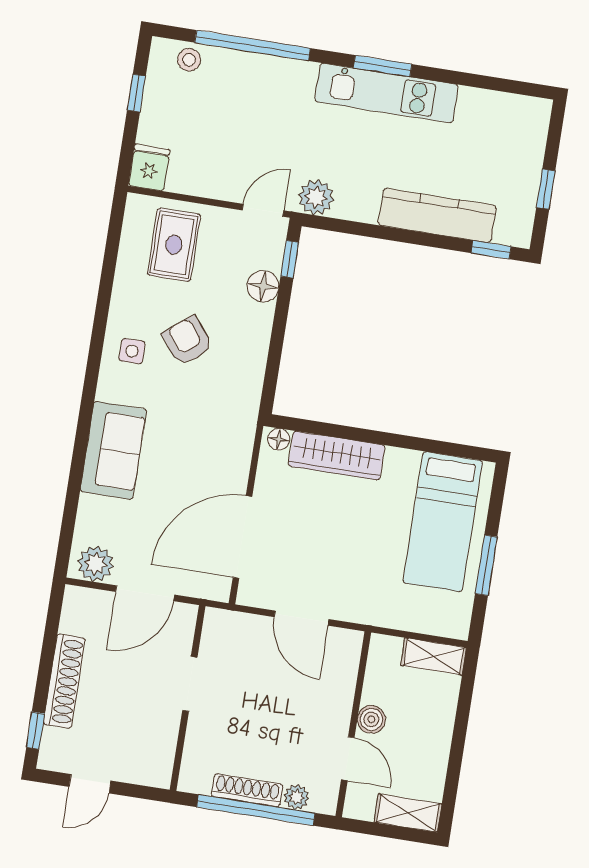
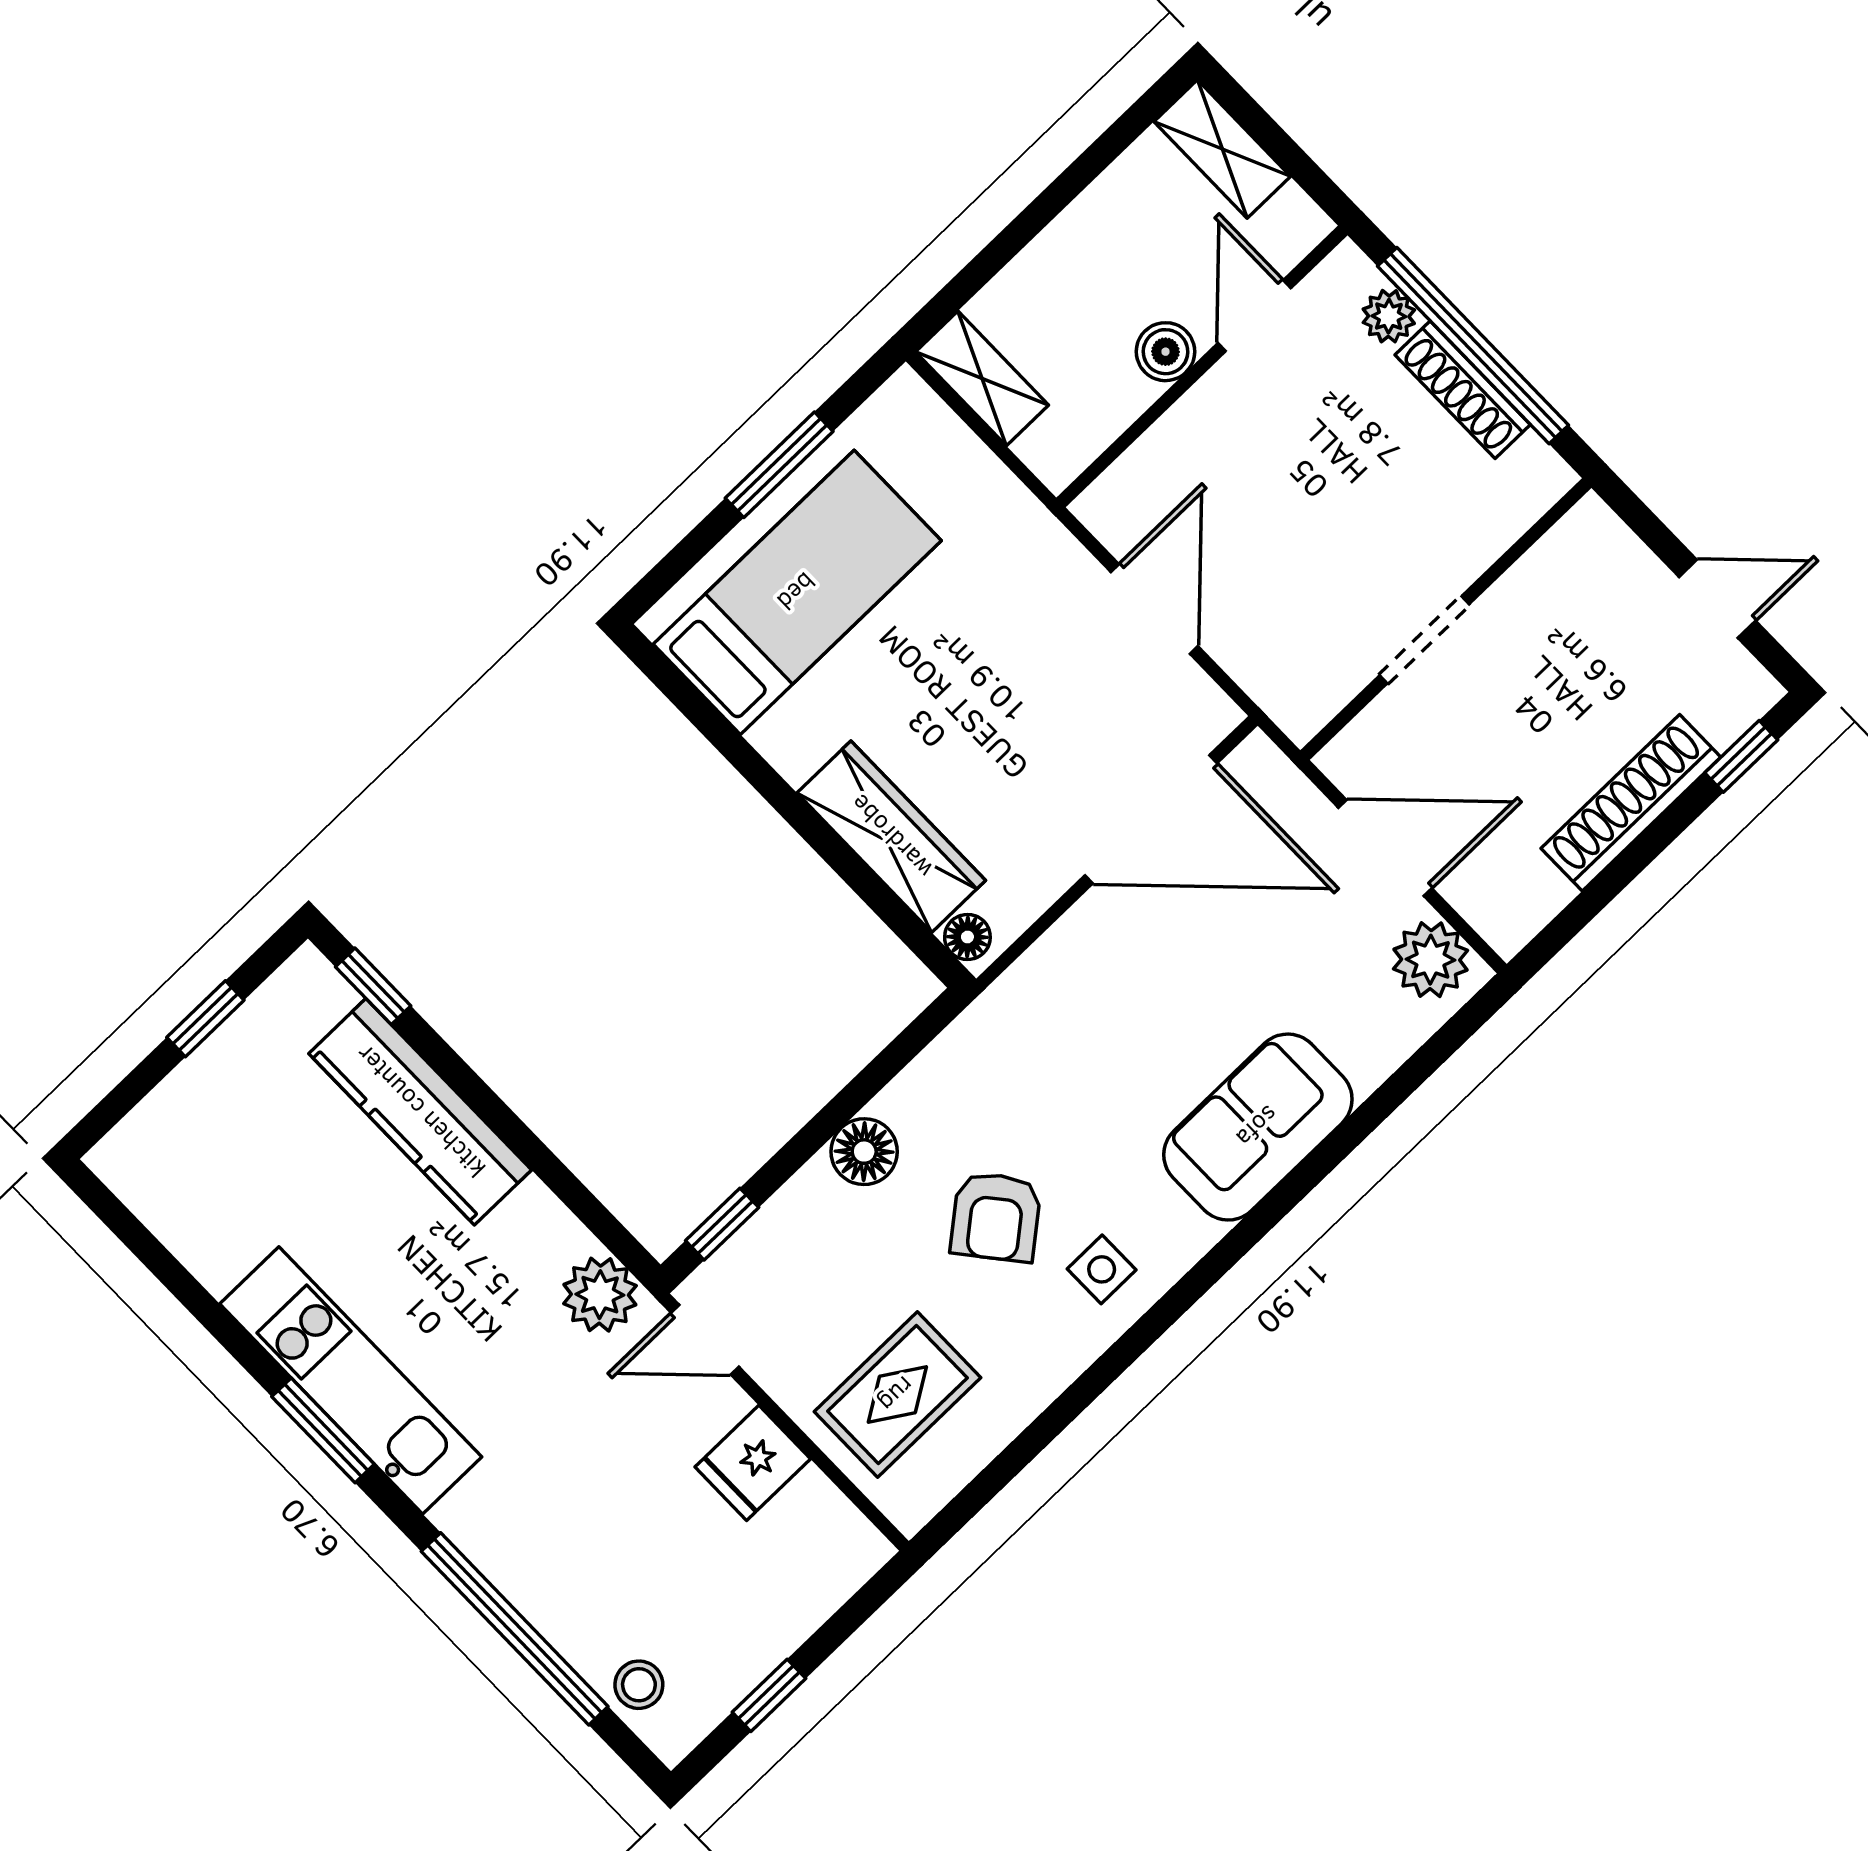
fridge: (149, 168) -> (753, 1463), moved
floor lamp: (263, 286) -> (864, 1152), moved

